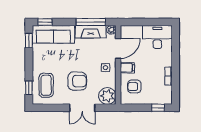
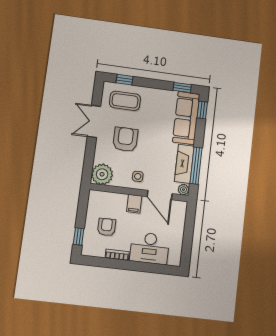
desk: (157, 37) -> (150, 248), moved, turned 90
armchair: (77, 81) -> (125, 139), turned 180
armchair: (134, 86) -> (107, 227), moved
double door: (82, 108) -> (94, 121), moved

